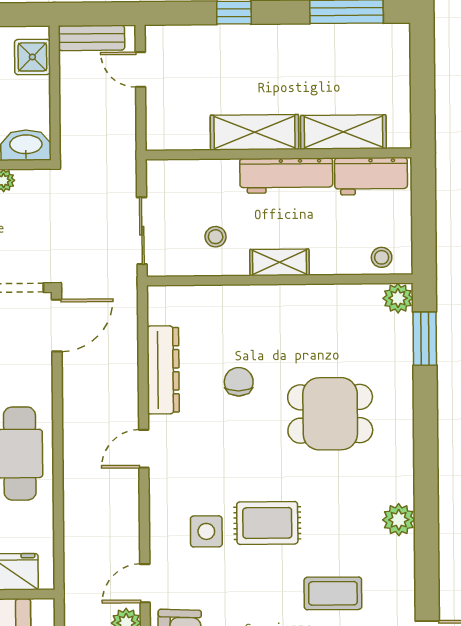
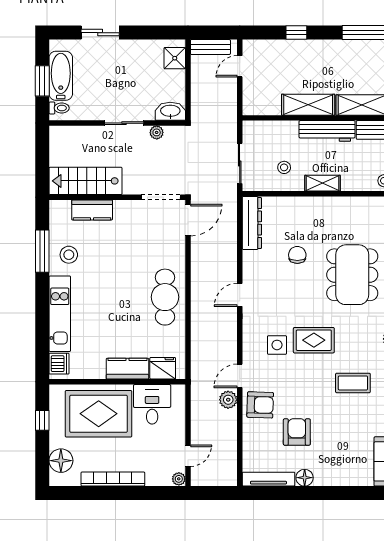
door: (140, 70) -> (240, 66), hinge flipped
dresser: (163, 370) -> (252, 223), moved
dining table: (330, 414) -> (352, 275), width x1.38

